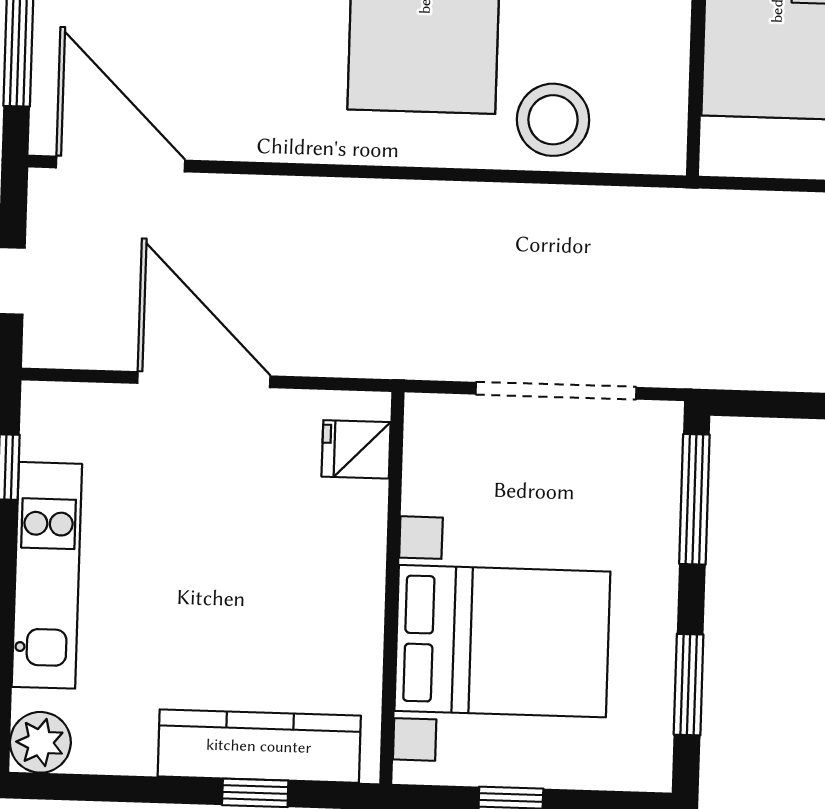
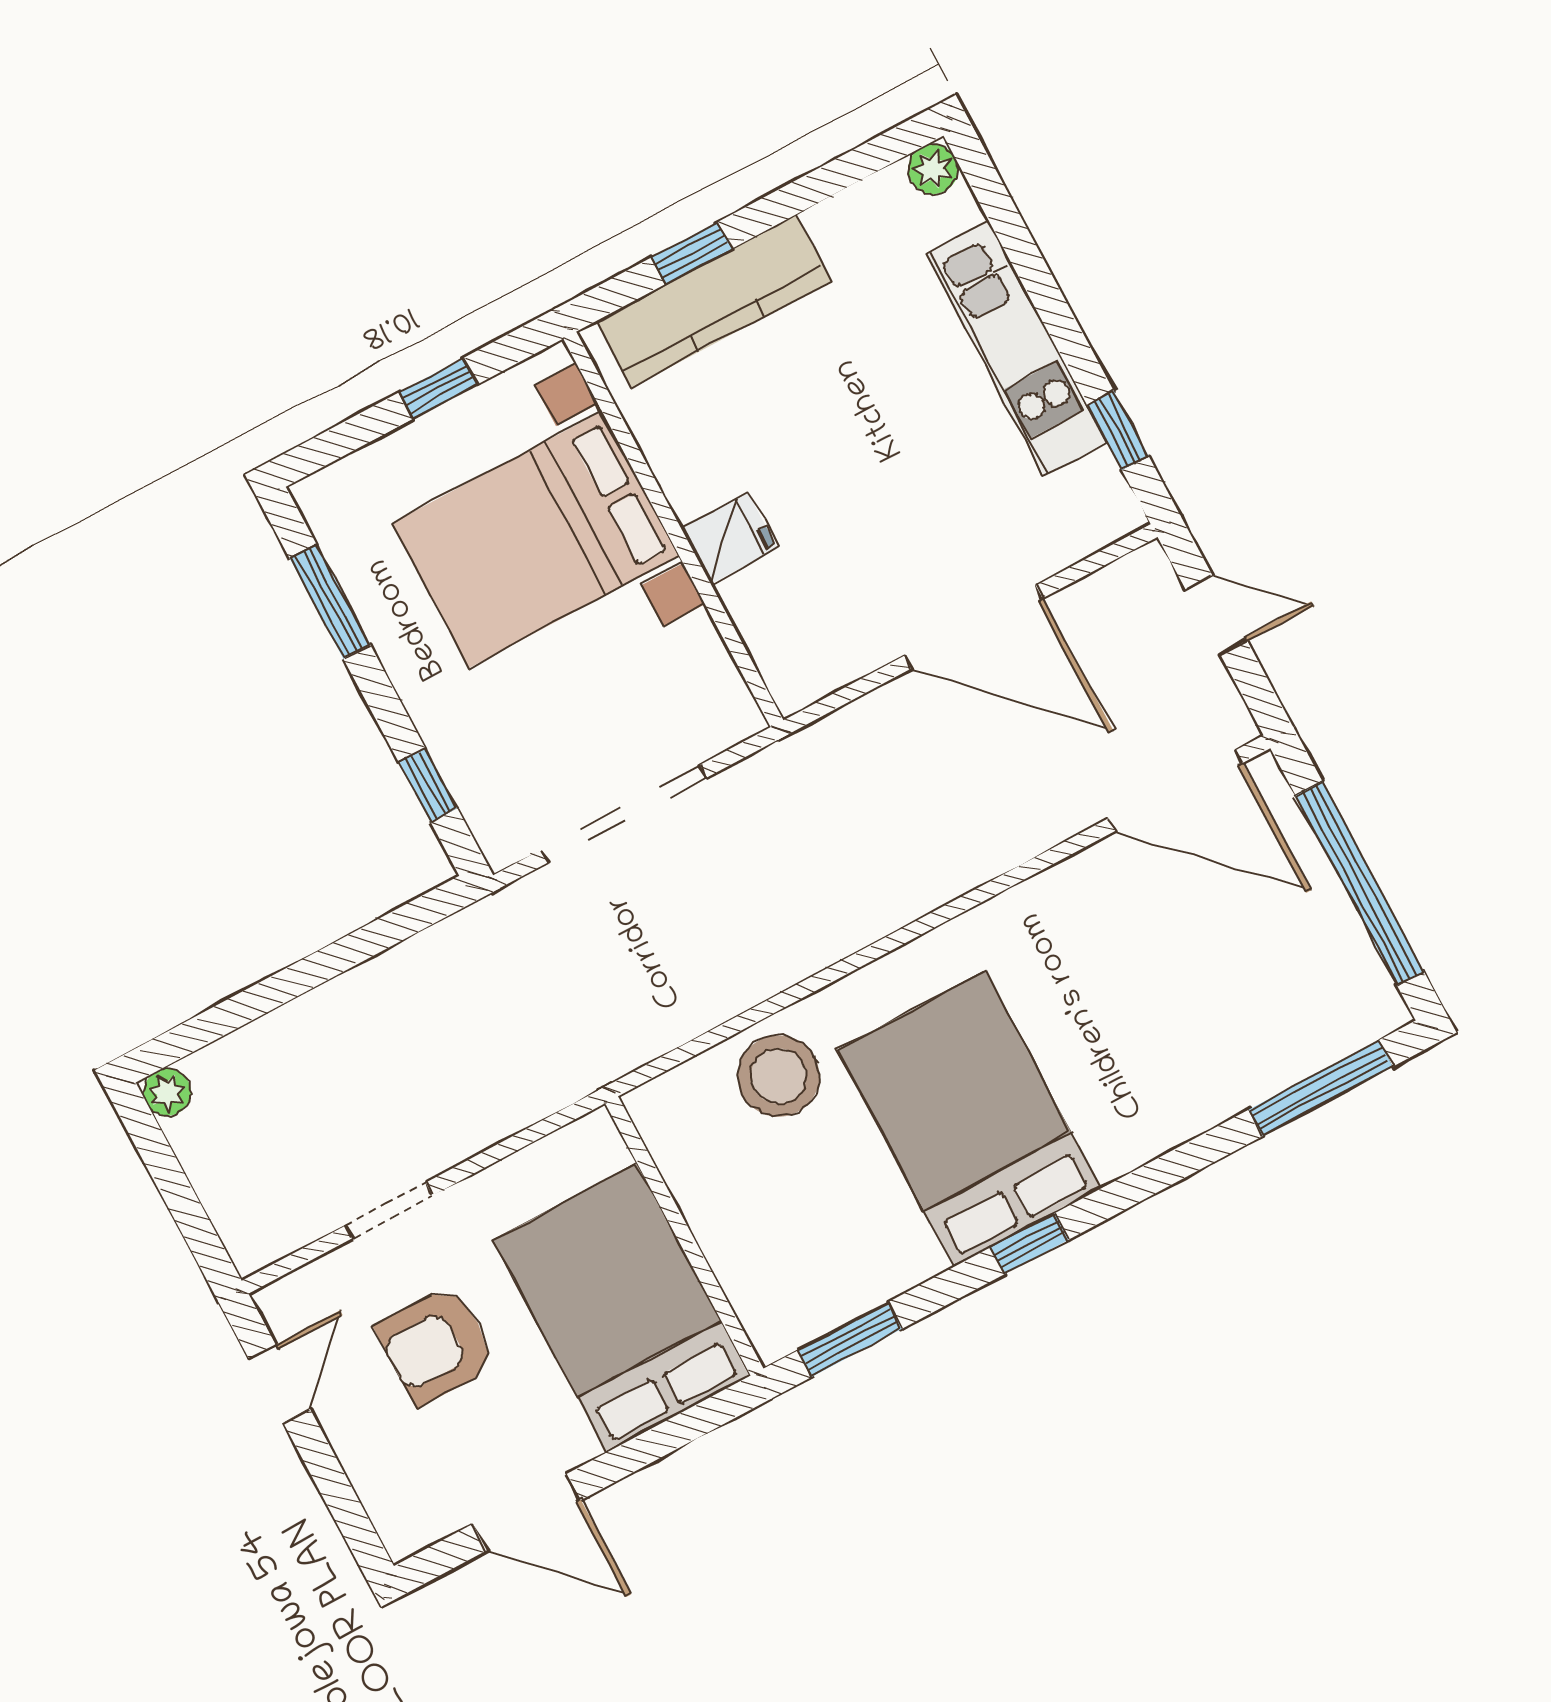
fridge: (356, 449) -> (729, 538), moved
window: (694, 499) -> (428, 785), width x0.46
plant: (40, 742) -> (933, 169), width x0.73, depth x0.73

